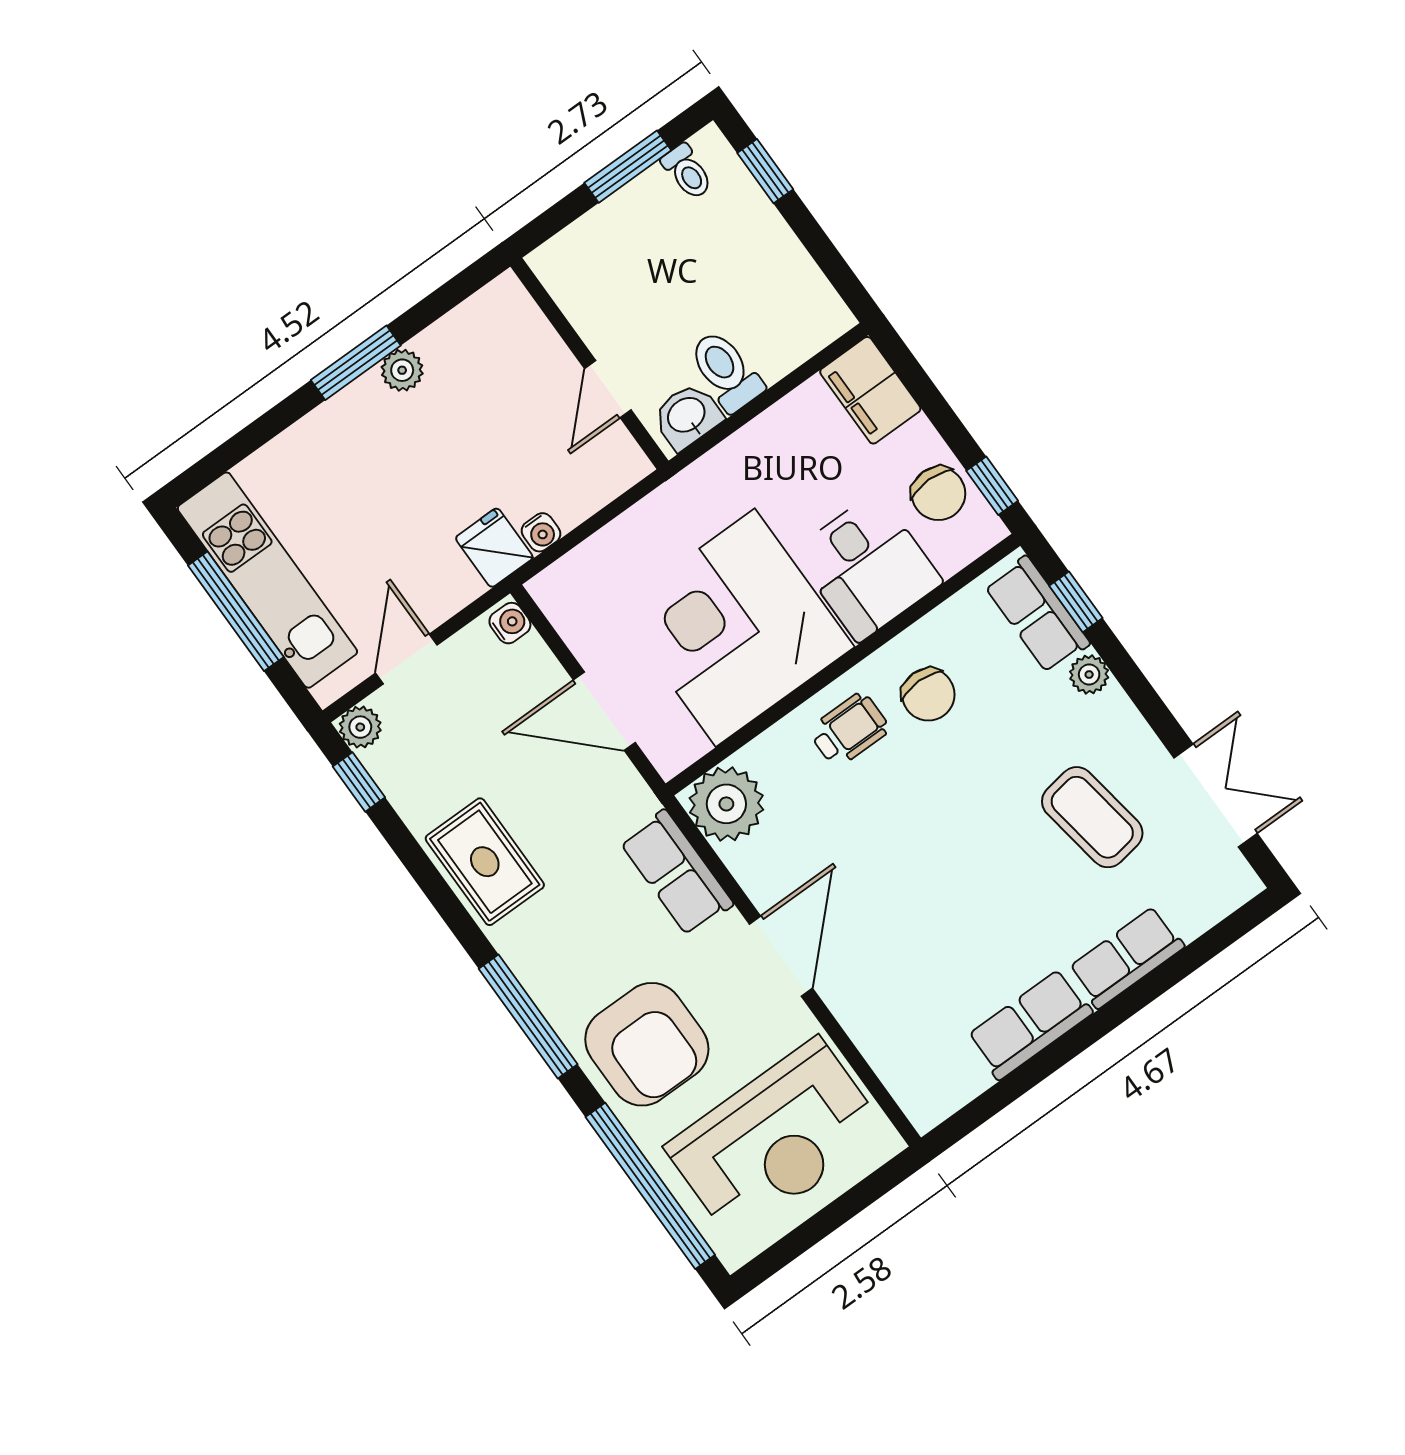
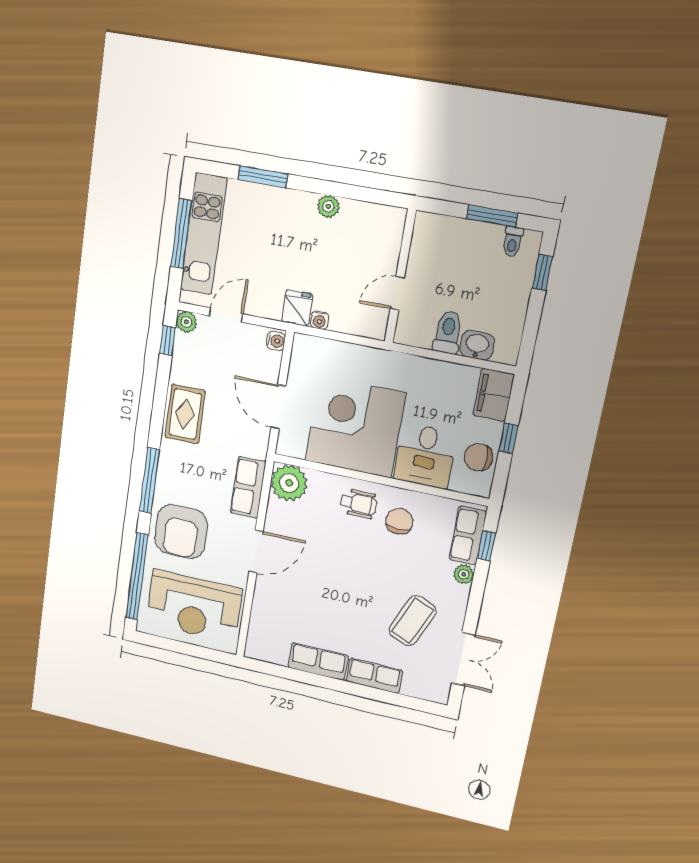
window: (356, 363) -> (263, 177), moved
washbasin: (687, 416) -> (477, 345), moved
window: (992, 486) -> (508, 438), moved
chair: (938, 494) -> (478, 457), turned 90
chair: (928, 695) -> (399, 521), turned 180
coffee table: (1092, 817) -> (412, 621), turned 32

